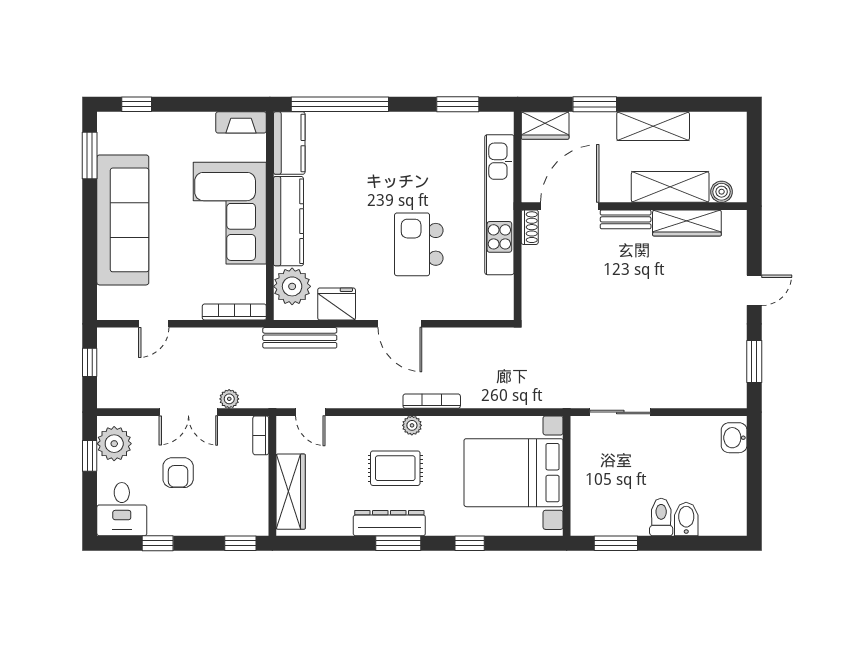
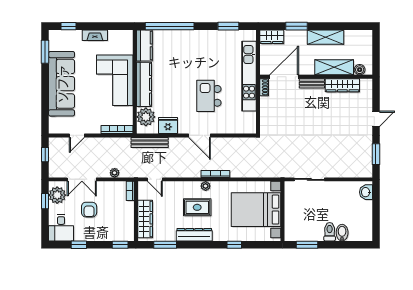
fireplace: (241, 122) -> (95, 35), moved
double door: (188, 412) -> (82, 179), moved
window: (398, 543) -> (165, 245), moved

